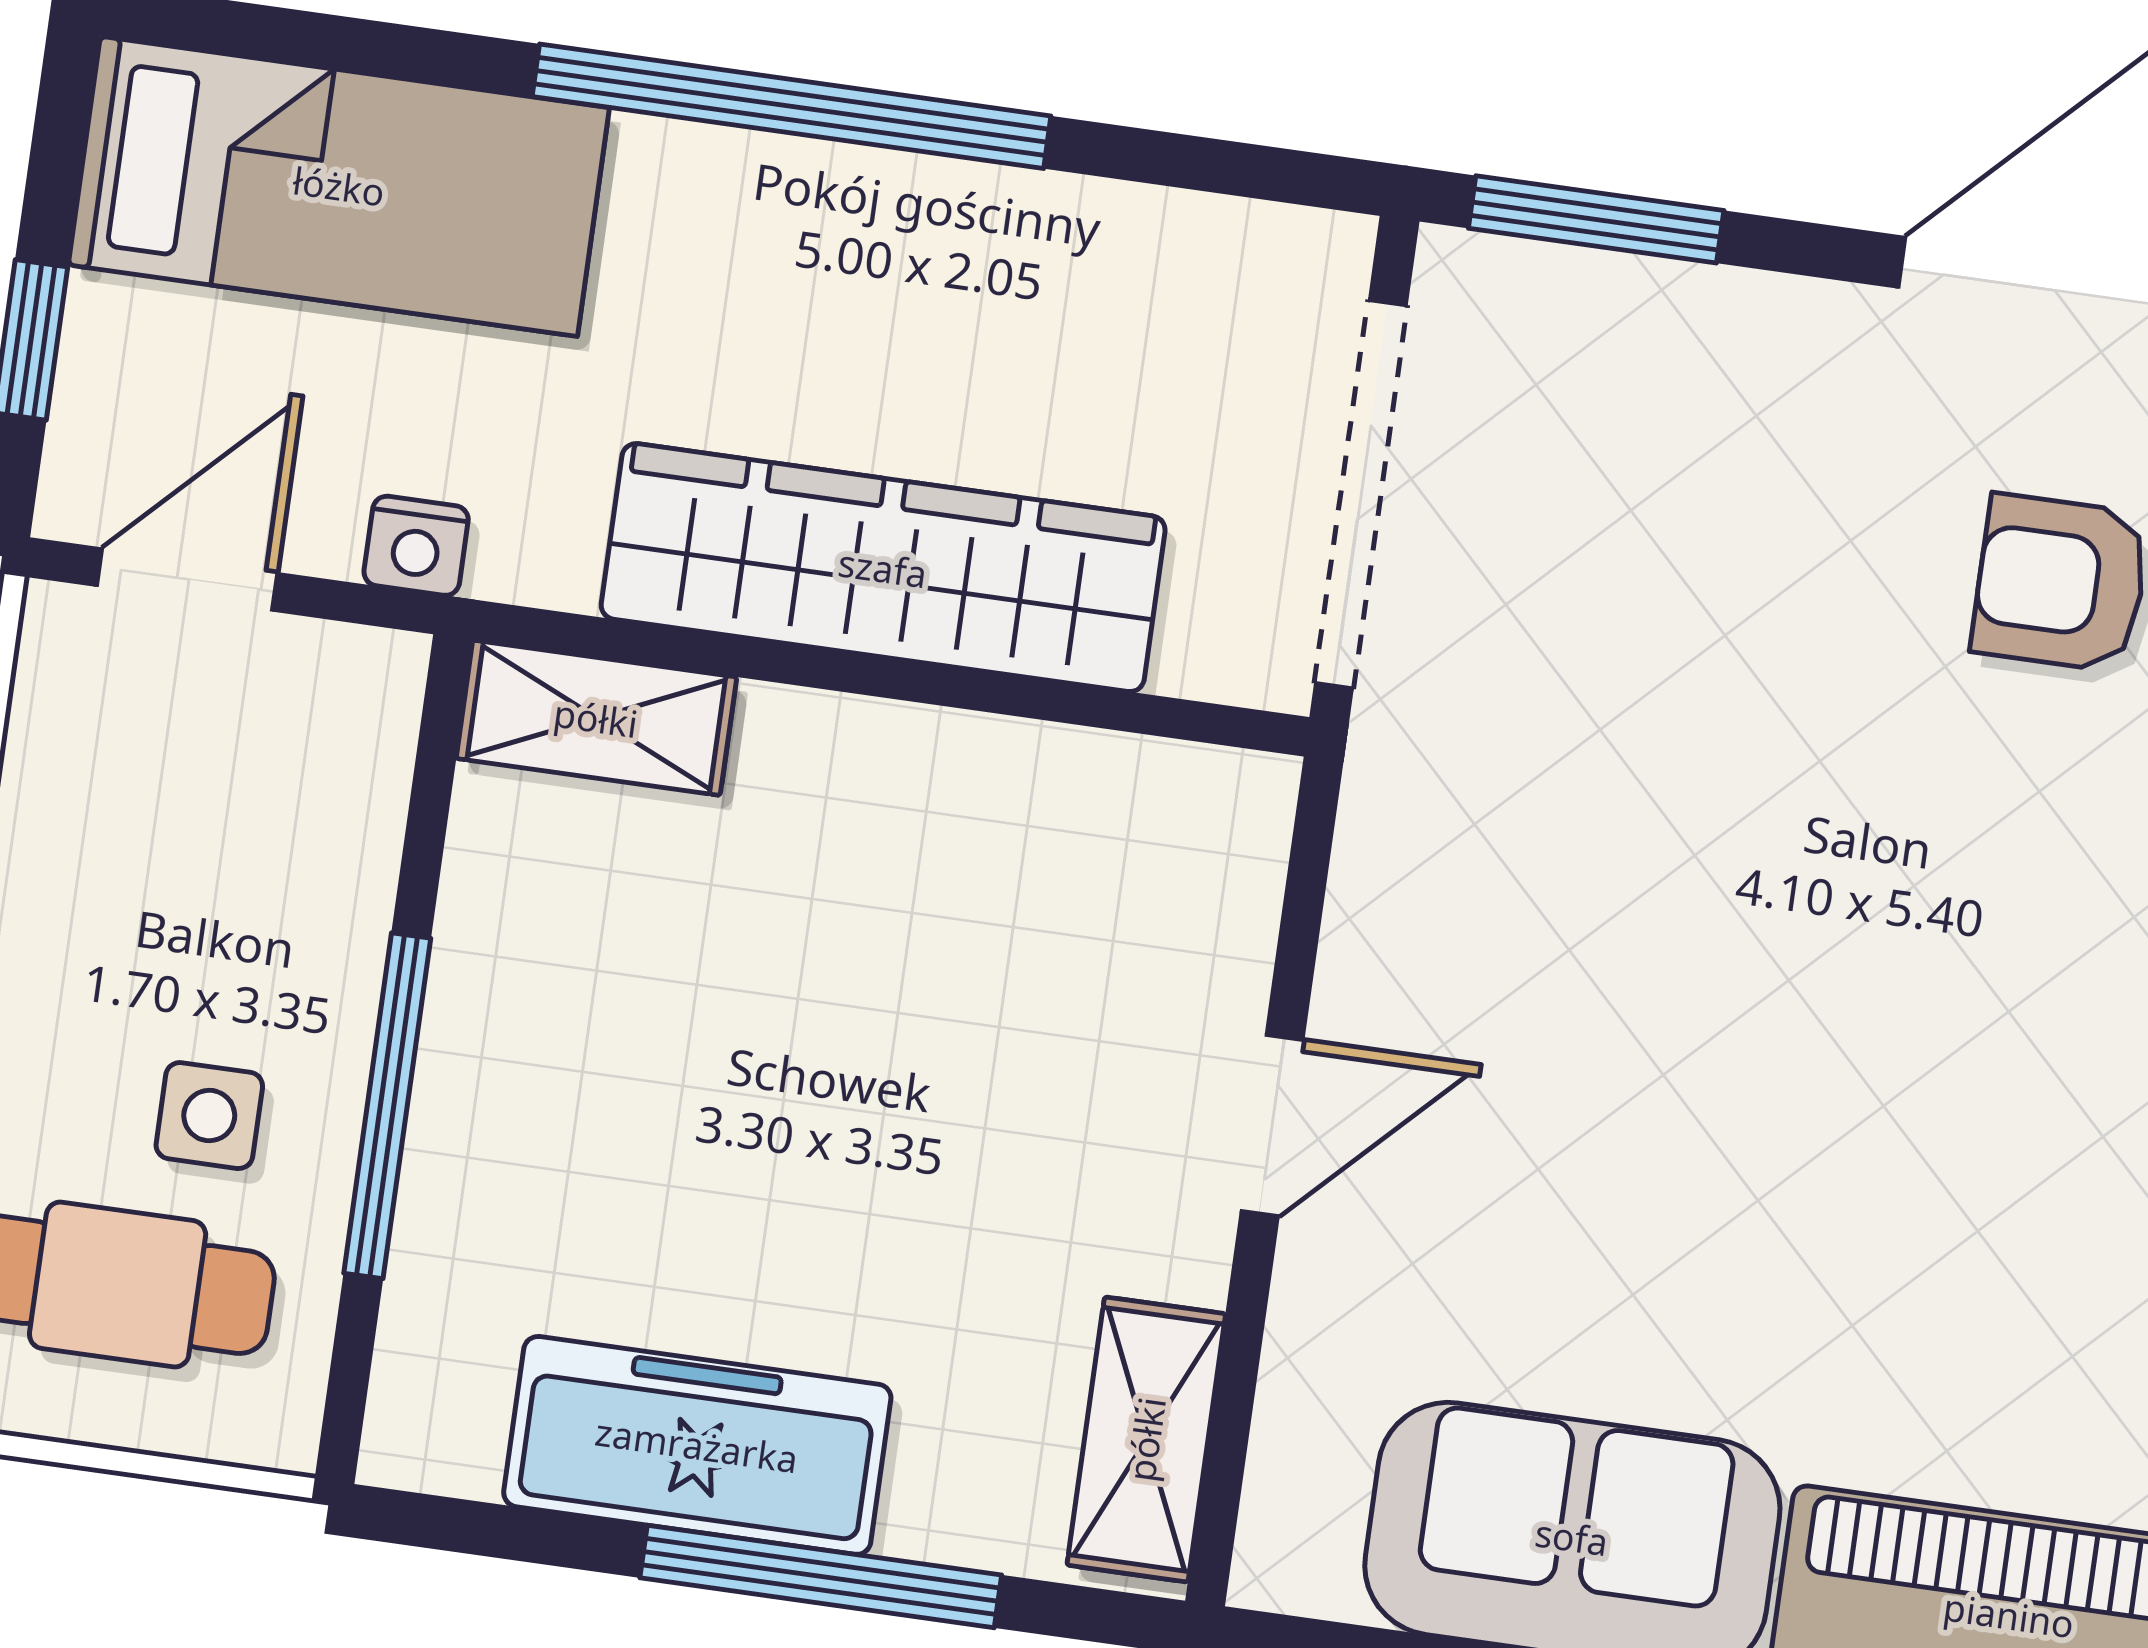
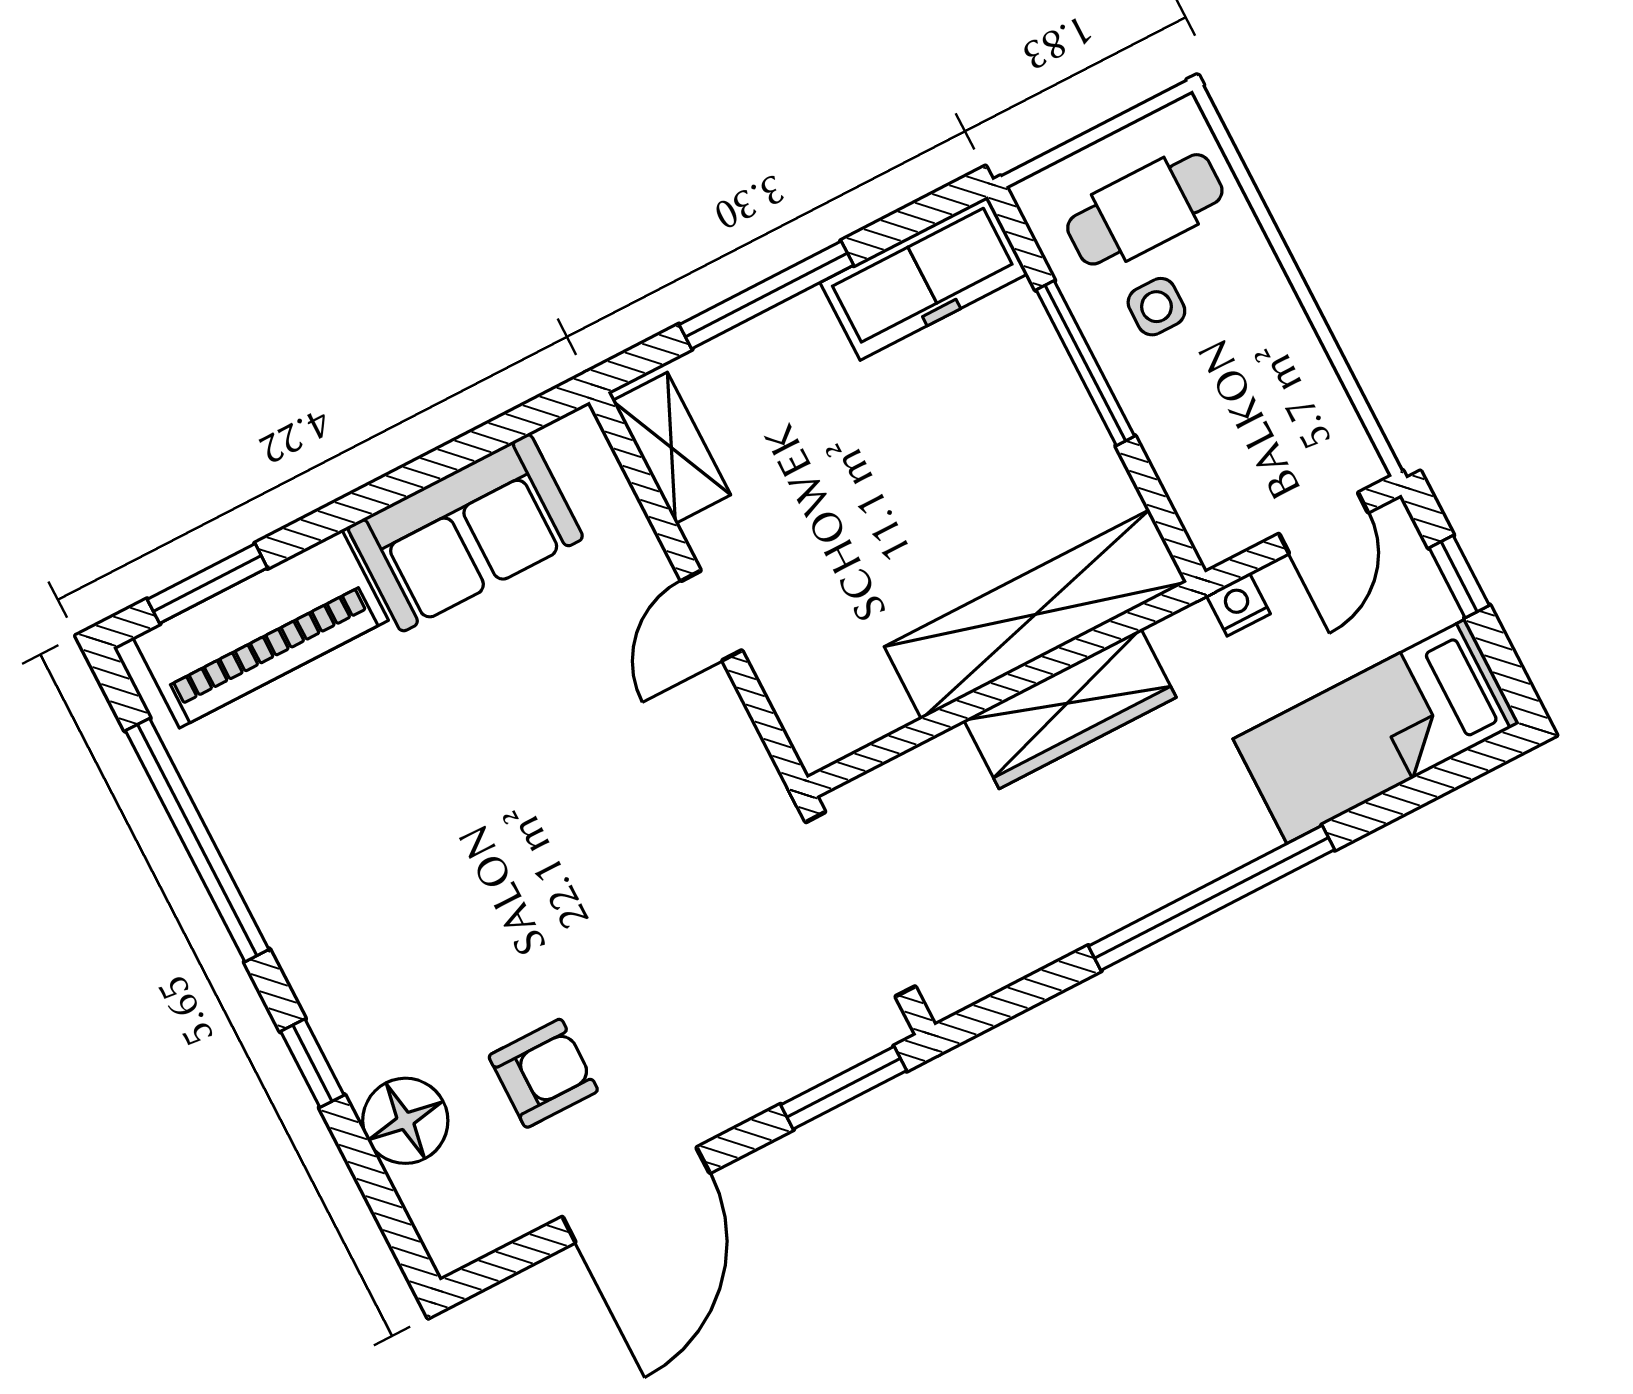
wardrobe: (883, 568) -> (1070, 709), width x0.71, depth x0.85
shelving: (596, 718) -> (1036, 614), width x2.20, depth x1.33
freezer: (697, 1445) -> (924, 278), moved

